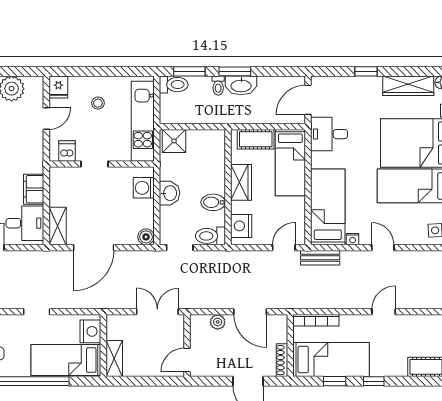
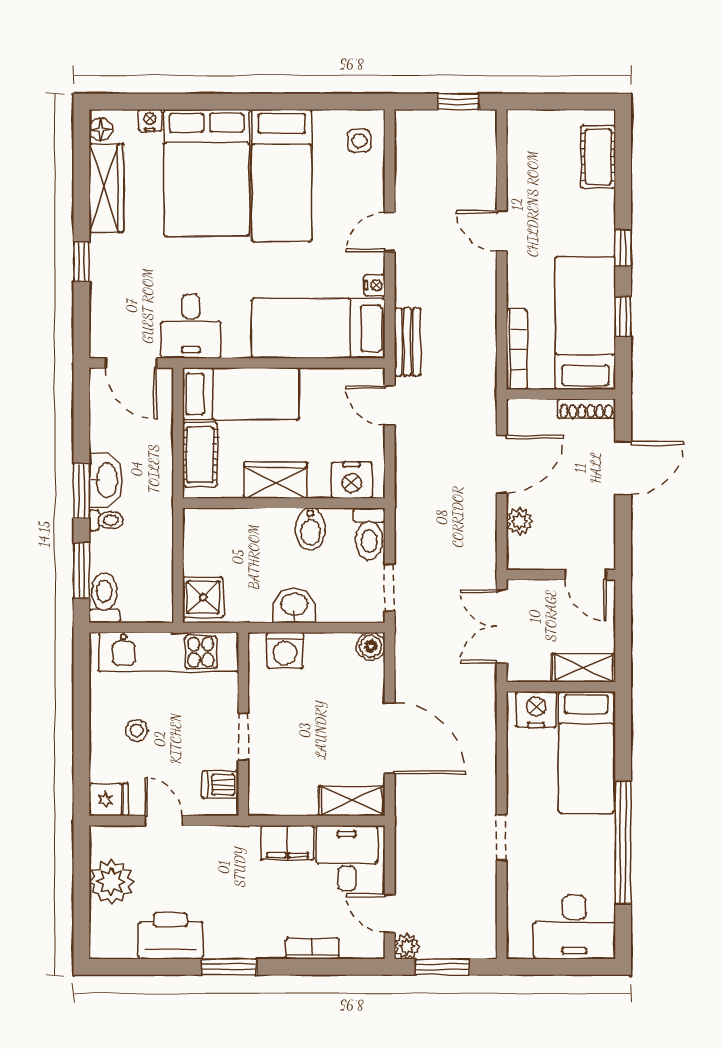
nightstand: (90, 331) -> (536, 709), moved
wall: (103, 346) -> (561, 687), moved
shelving: (114, 359) -> (584, 668), moved
bed: (66, 360) -> (586, 752), moved

